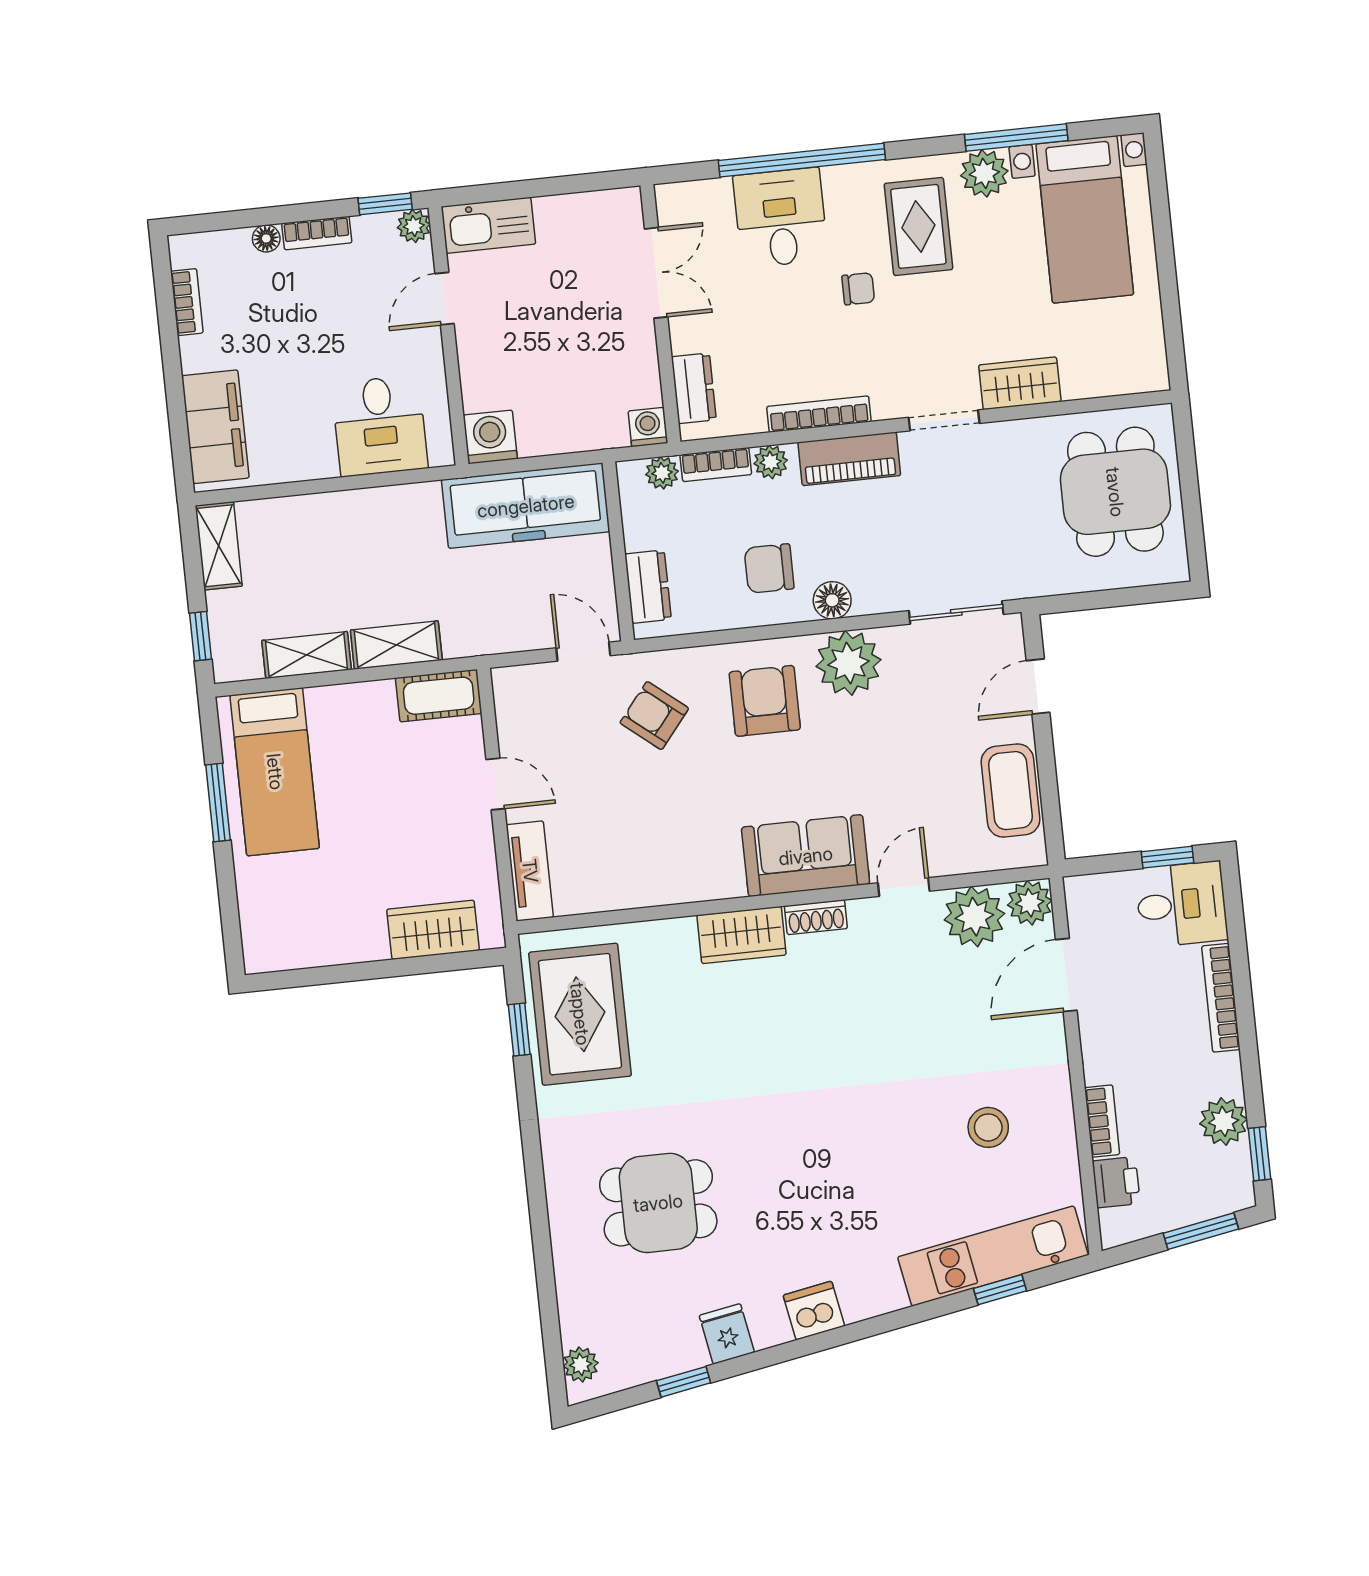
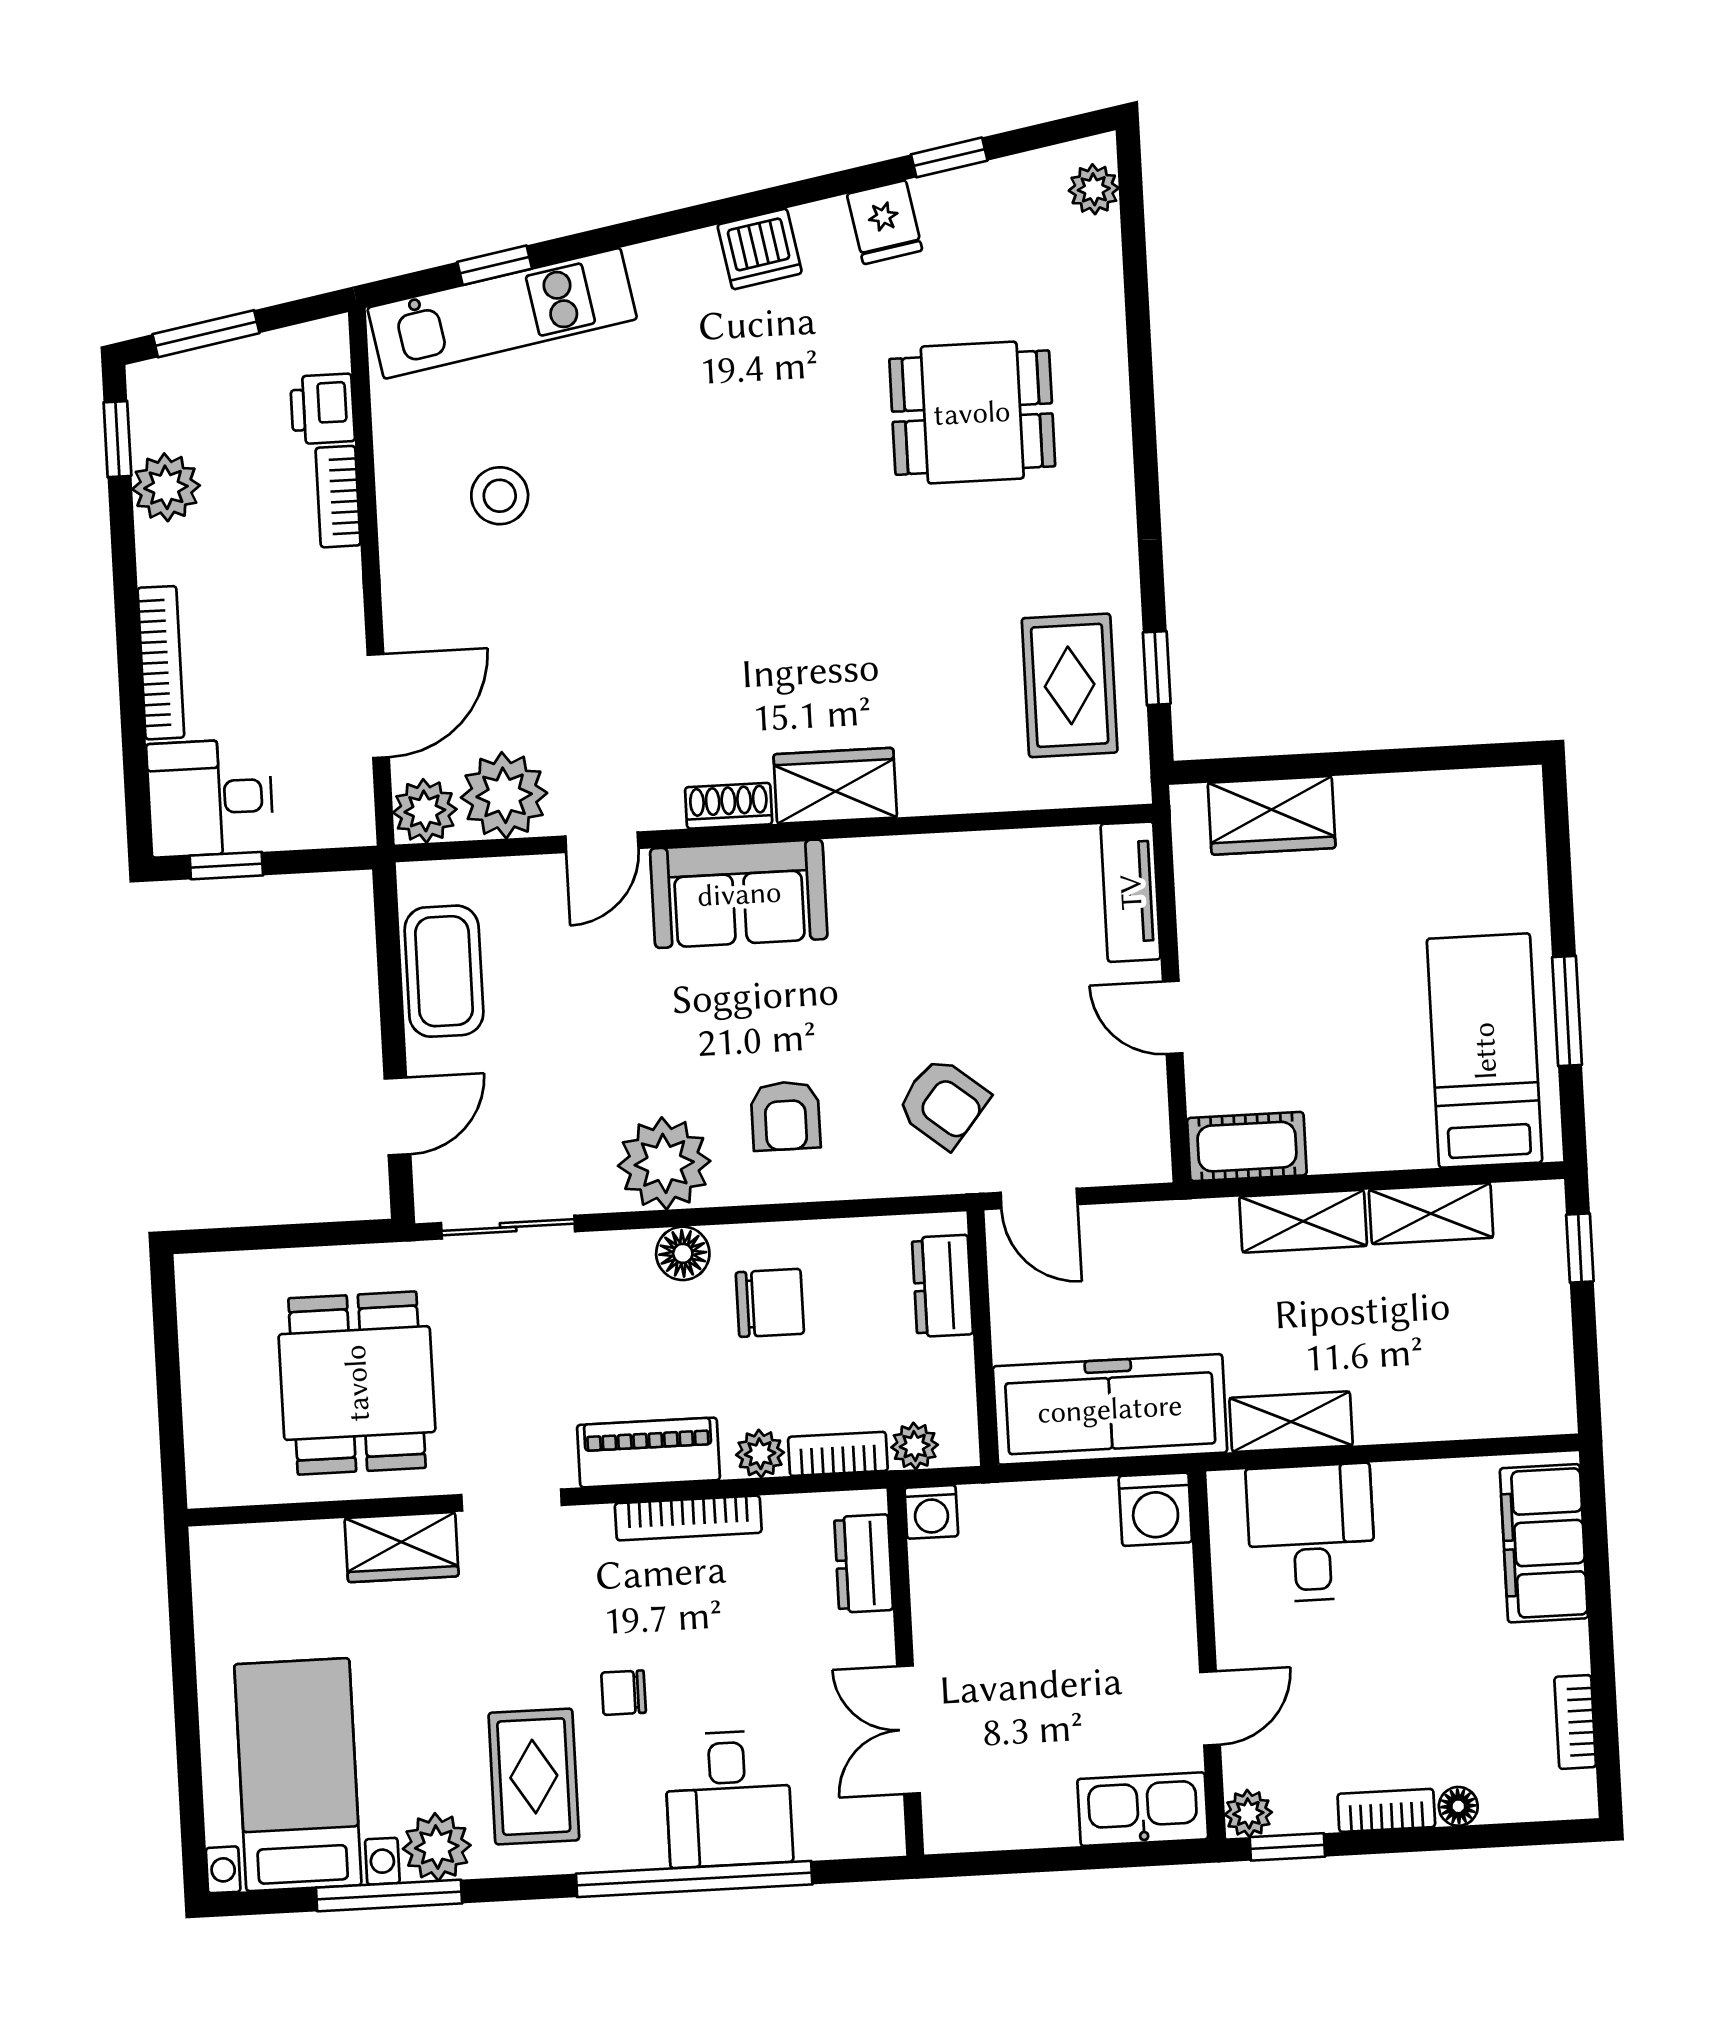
dining table: (1115, 492) -> (357, 1383), moved
shelving: (219, 546) -> (1291, 1422), moved, turned 90
armchair: (765, 701) -> (786, 1116), width x0.72, depth x0.72
rug: (580, 1014) -> (1070, 685), width x0.73, depth x0.70

